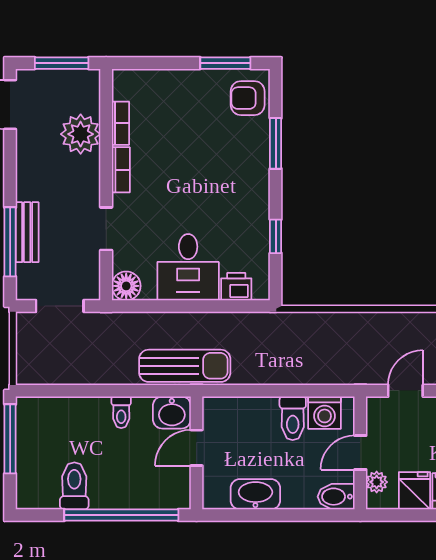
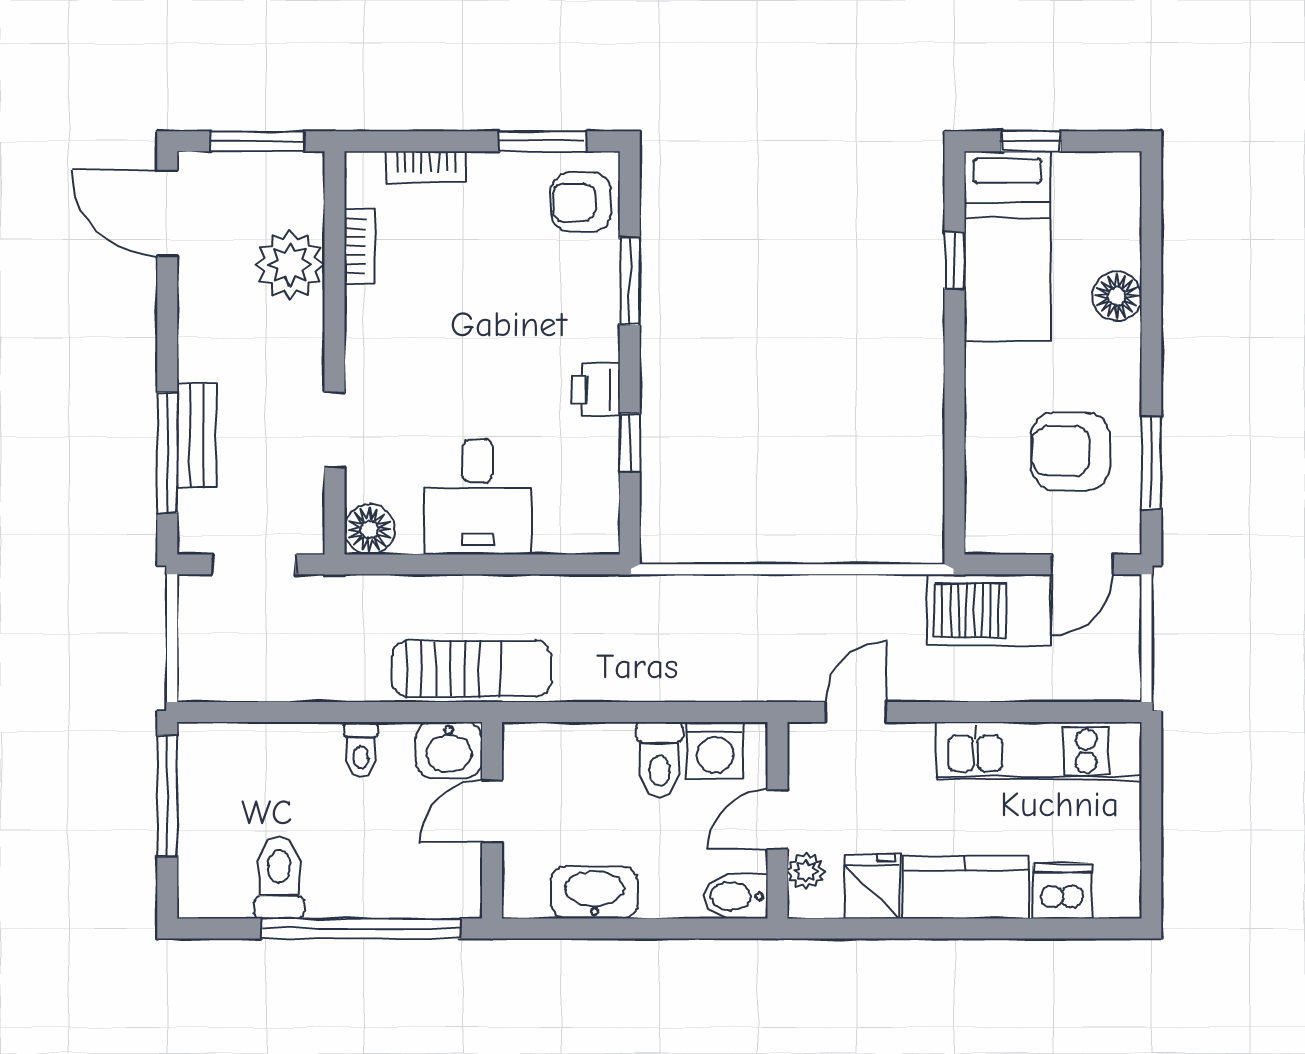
bookcase: (121, 170) -> (426, 167), moved, turned 90
printer: (236, 287) -> (596, 390), moved, turned -90

